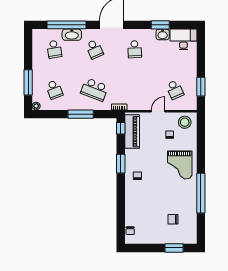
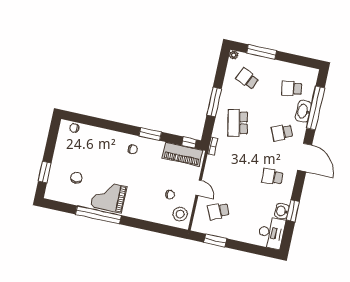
school desk: (54, 90) -> (247, 79), turned 45
school desk: (94, 90) -> (238, 123), turned -33
grand piano: (180, 165) -> (109, 197), moved

